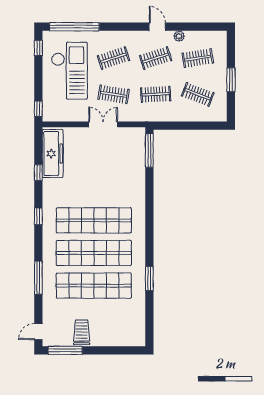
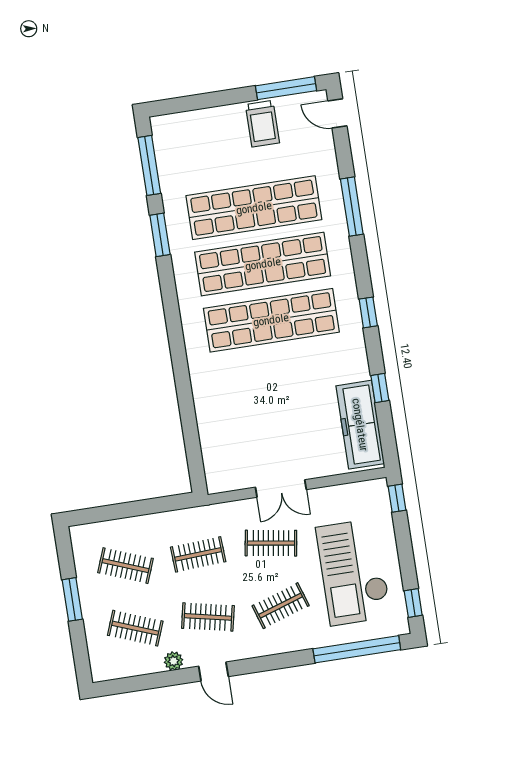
clothes rail: (156, 58) -> (208, 617), turned 30
clothes rail: (198, 58) -> (135, 628), turned 30
window: (149, 150) -> (149, 165), moved
door: (38, 332) -> (337, 113), swing flipped

